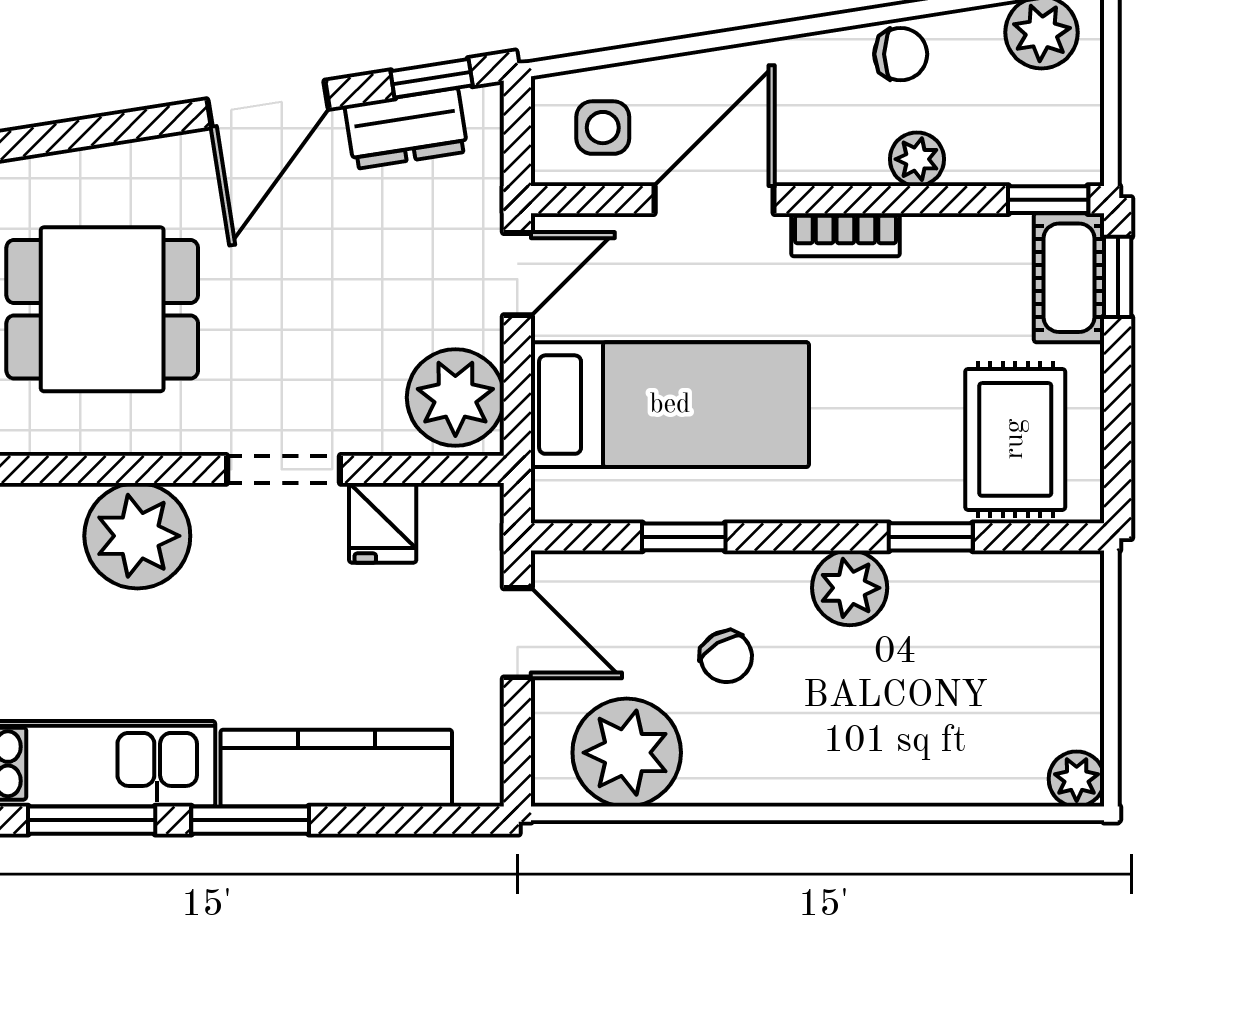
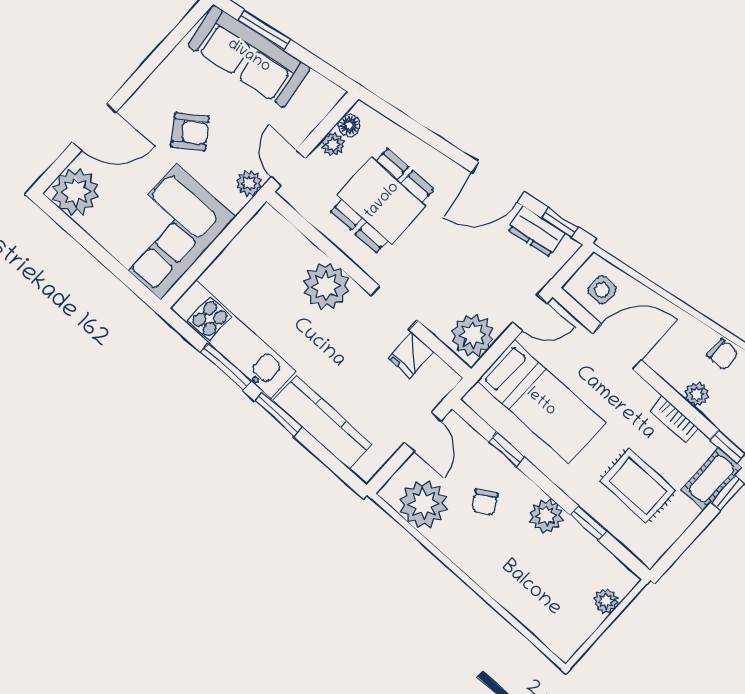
bookcase: (845, 235) -> (674, 419), moved
dining table: (102, 309) -> (382, 201), turned 90
rug: (1015, 439) -> (637, 486), moved, turned 90
plant: (1077, 779) -> (606, 601), moved

